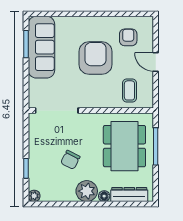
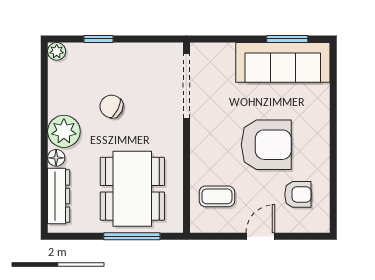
dining table: (124, 146) -> (132, 189), turned 90

